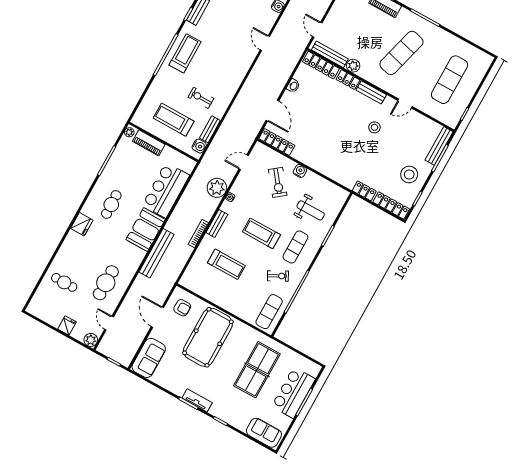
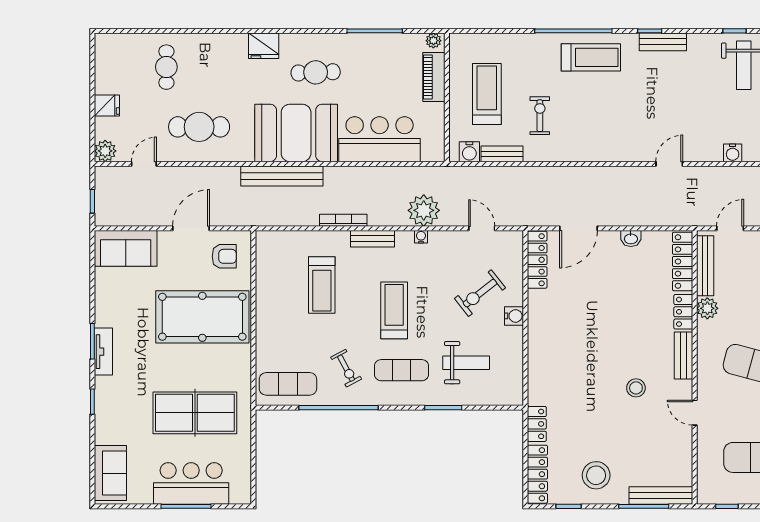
weight bench: (311, 210) -> (466, 363), turned -90
booth: (146, 230) -> (296, 133), width x1.36, depth x1.42
armchair: (182, 308) -> (224, 256), turned -90

